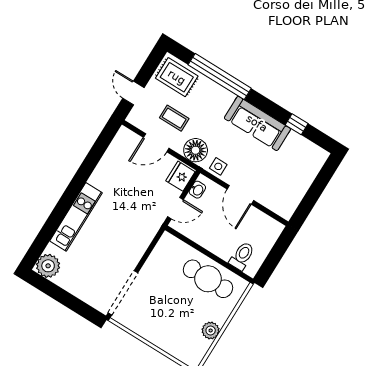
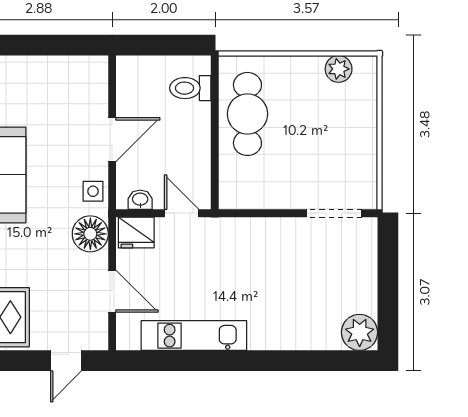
coffee table: (174, 118) -> (66, 287), removed
kitchen unit: (76, 217) -> (194, 336), moved
doorway: (123, 293) -> (334, 213), width x0.73
plant: (211, 330) -> (339, 69), moved

